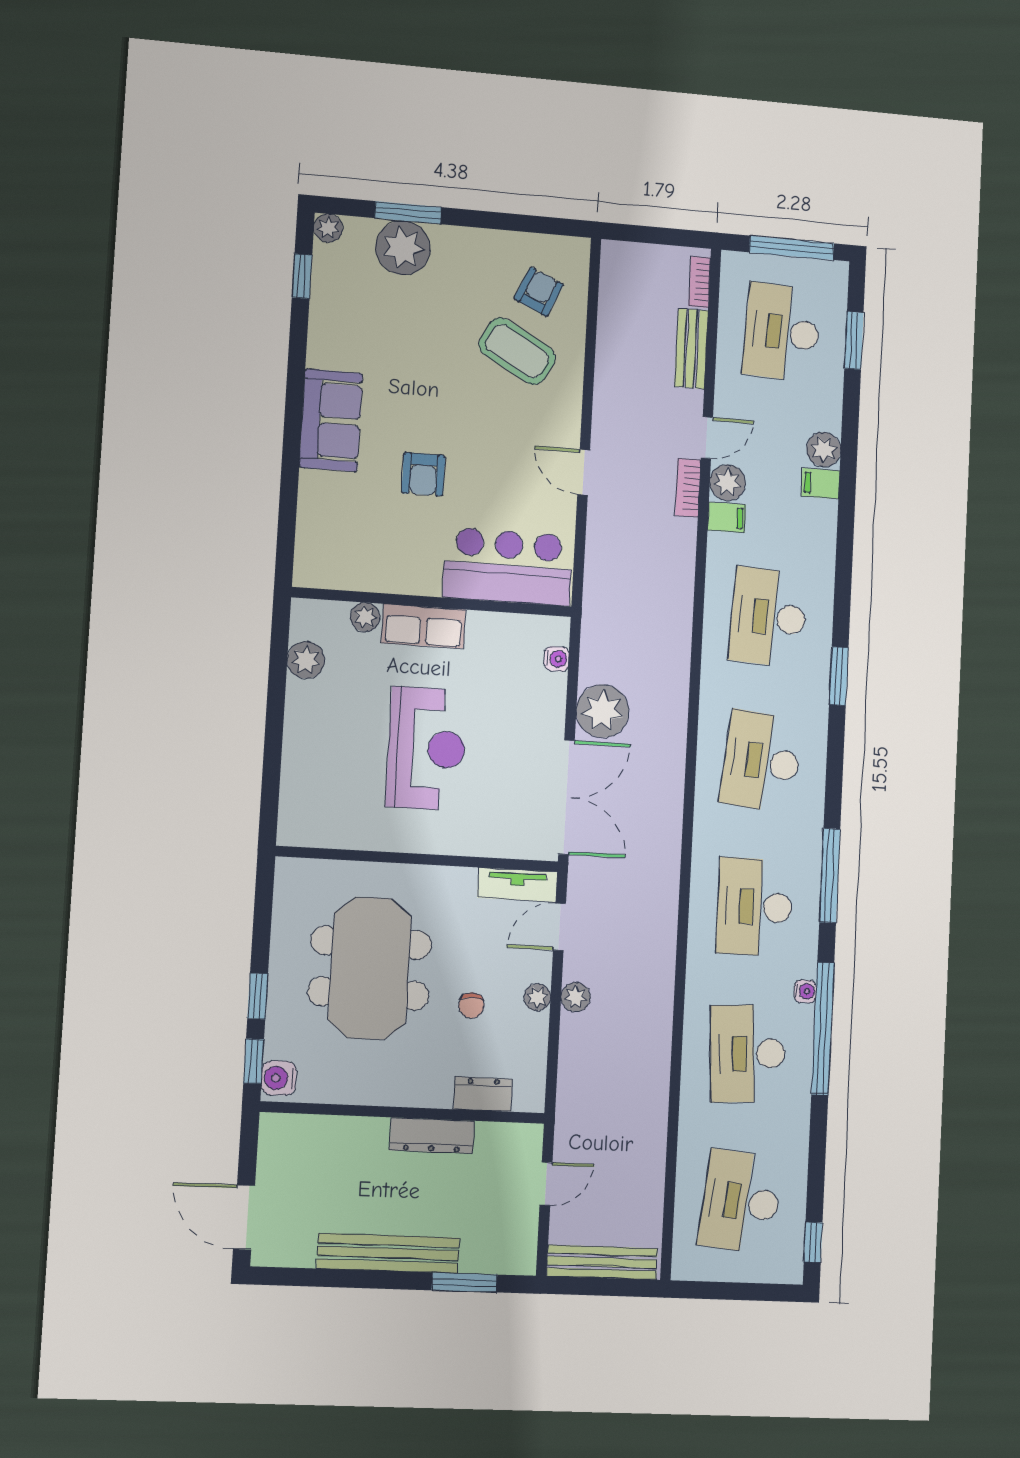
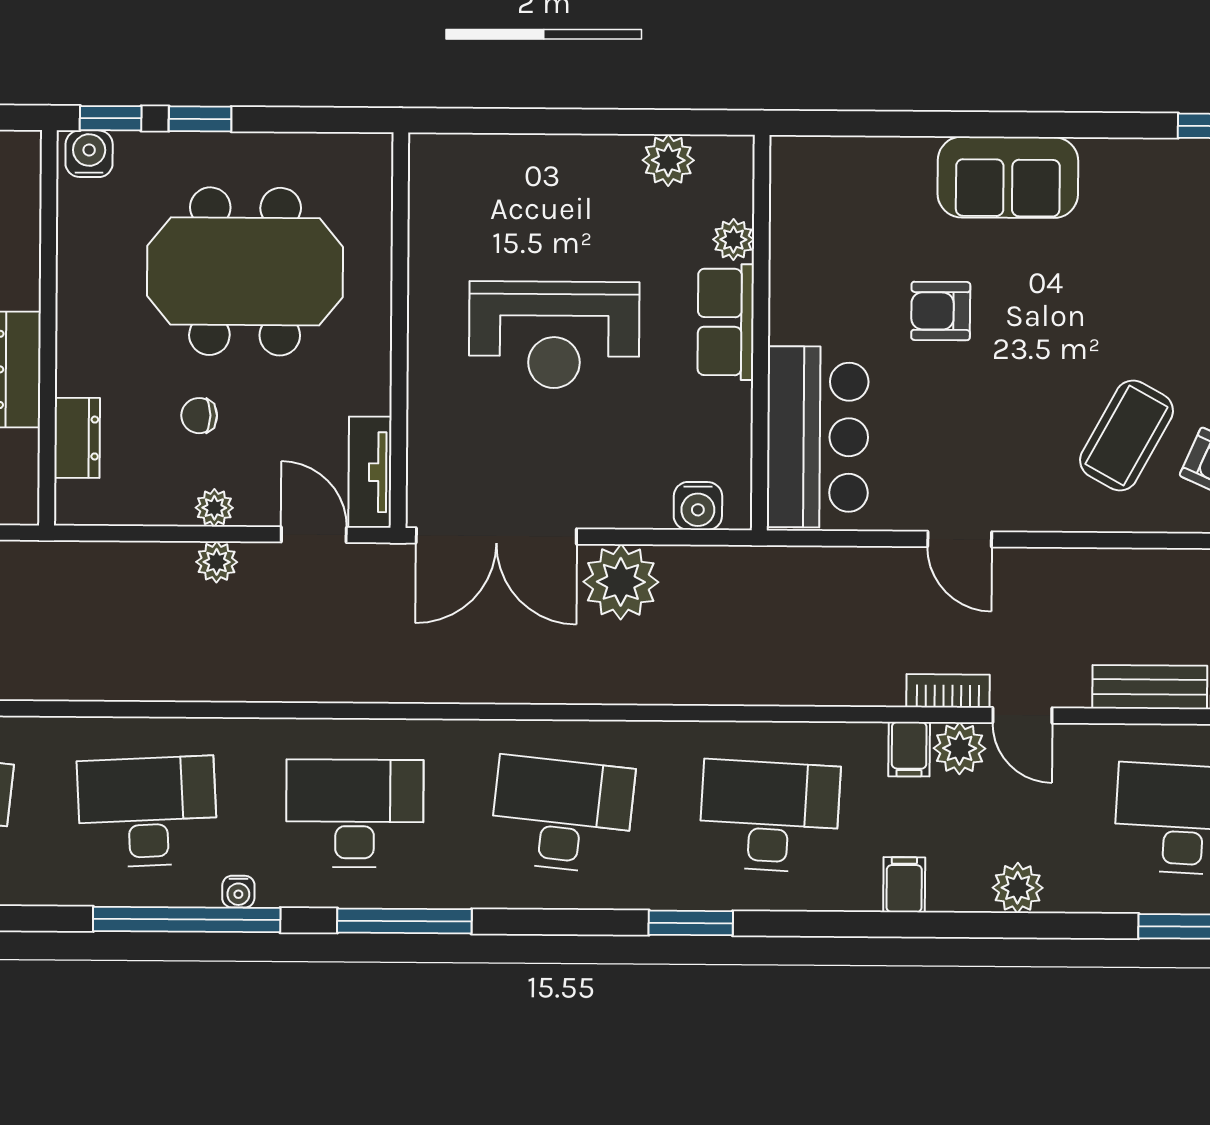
door: (584, 472) -> (960, 539), swing flipped
filing cabinet: (821, 484) -> (904, 885), moved
water cooler: (556, 659) -> (698, 506), width x1.38, depth x1.38

